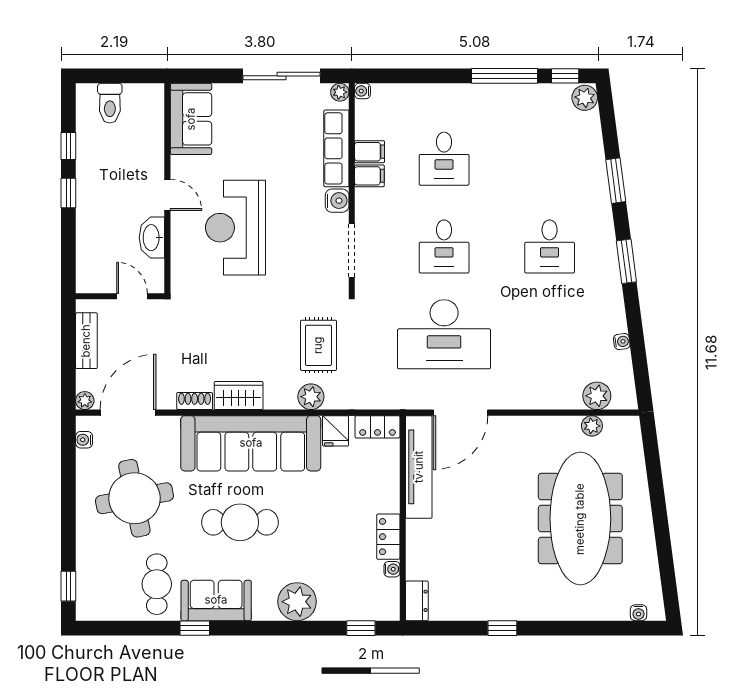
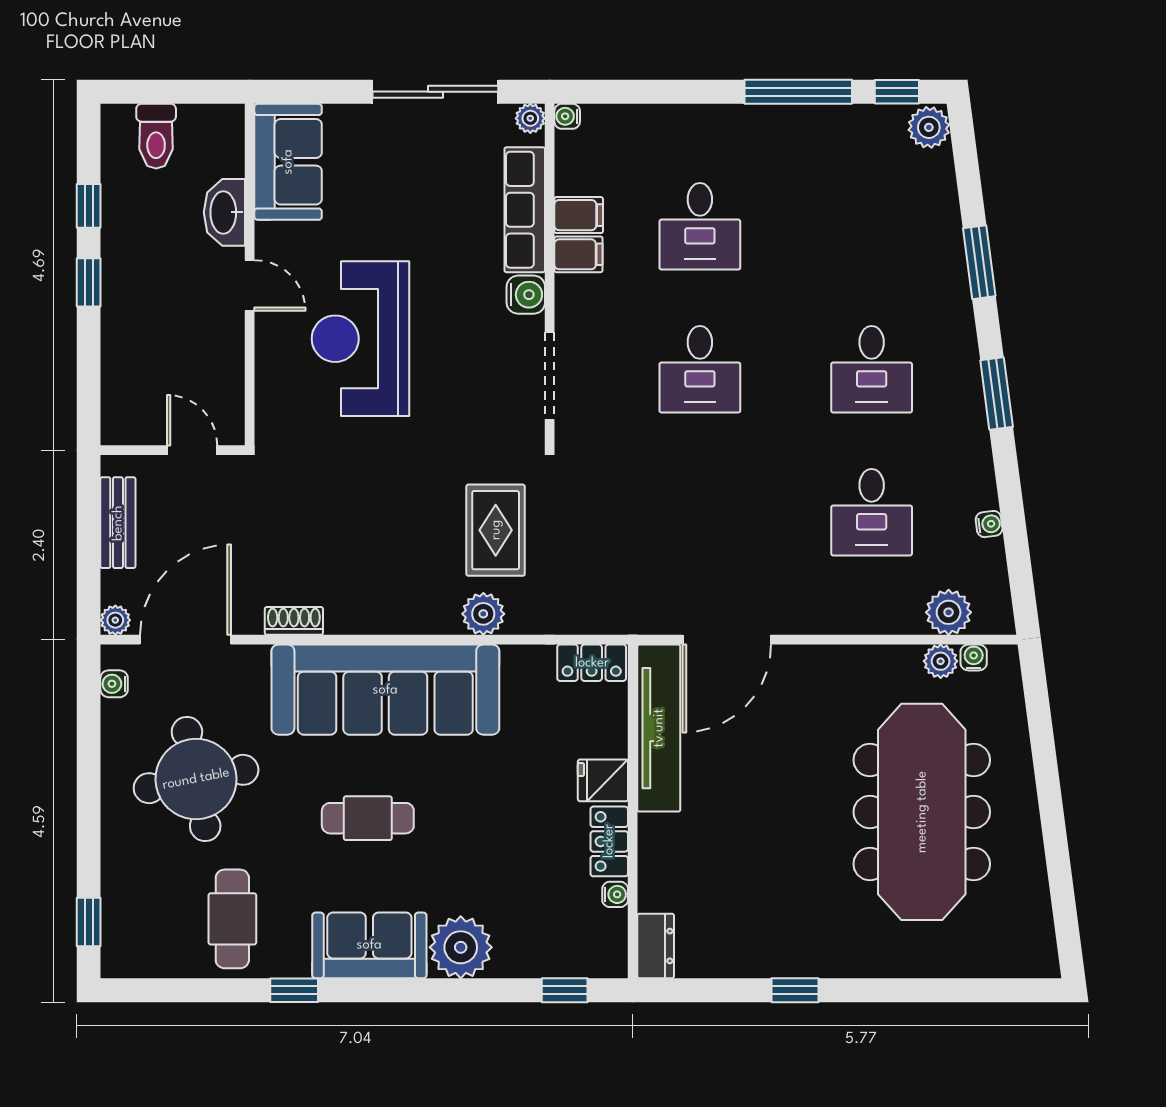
washbasin: (152, 238) -> (224, 212), moved
desk: (444, 334) -> (872, 512), moved, width x0.53, depth x0.77
wardrobe: (239, 396) -> (366, 612), removed
fridge: (335, 431) -> (603, 780), moved, turned 90
cafe table: (240, 522) -> (368, 818), width x0.73, depth x0.74
sofa: (216, 600) -> (369, 945), moved
water cooler: (638, 613) -> (974, 658), moved, turned 180

